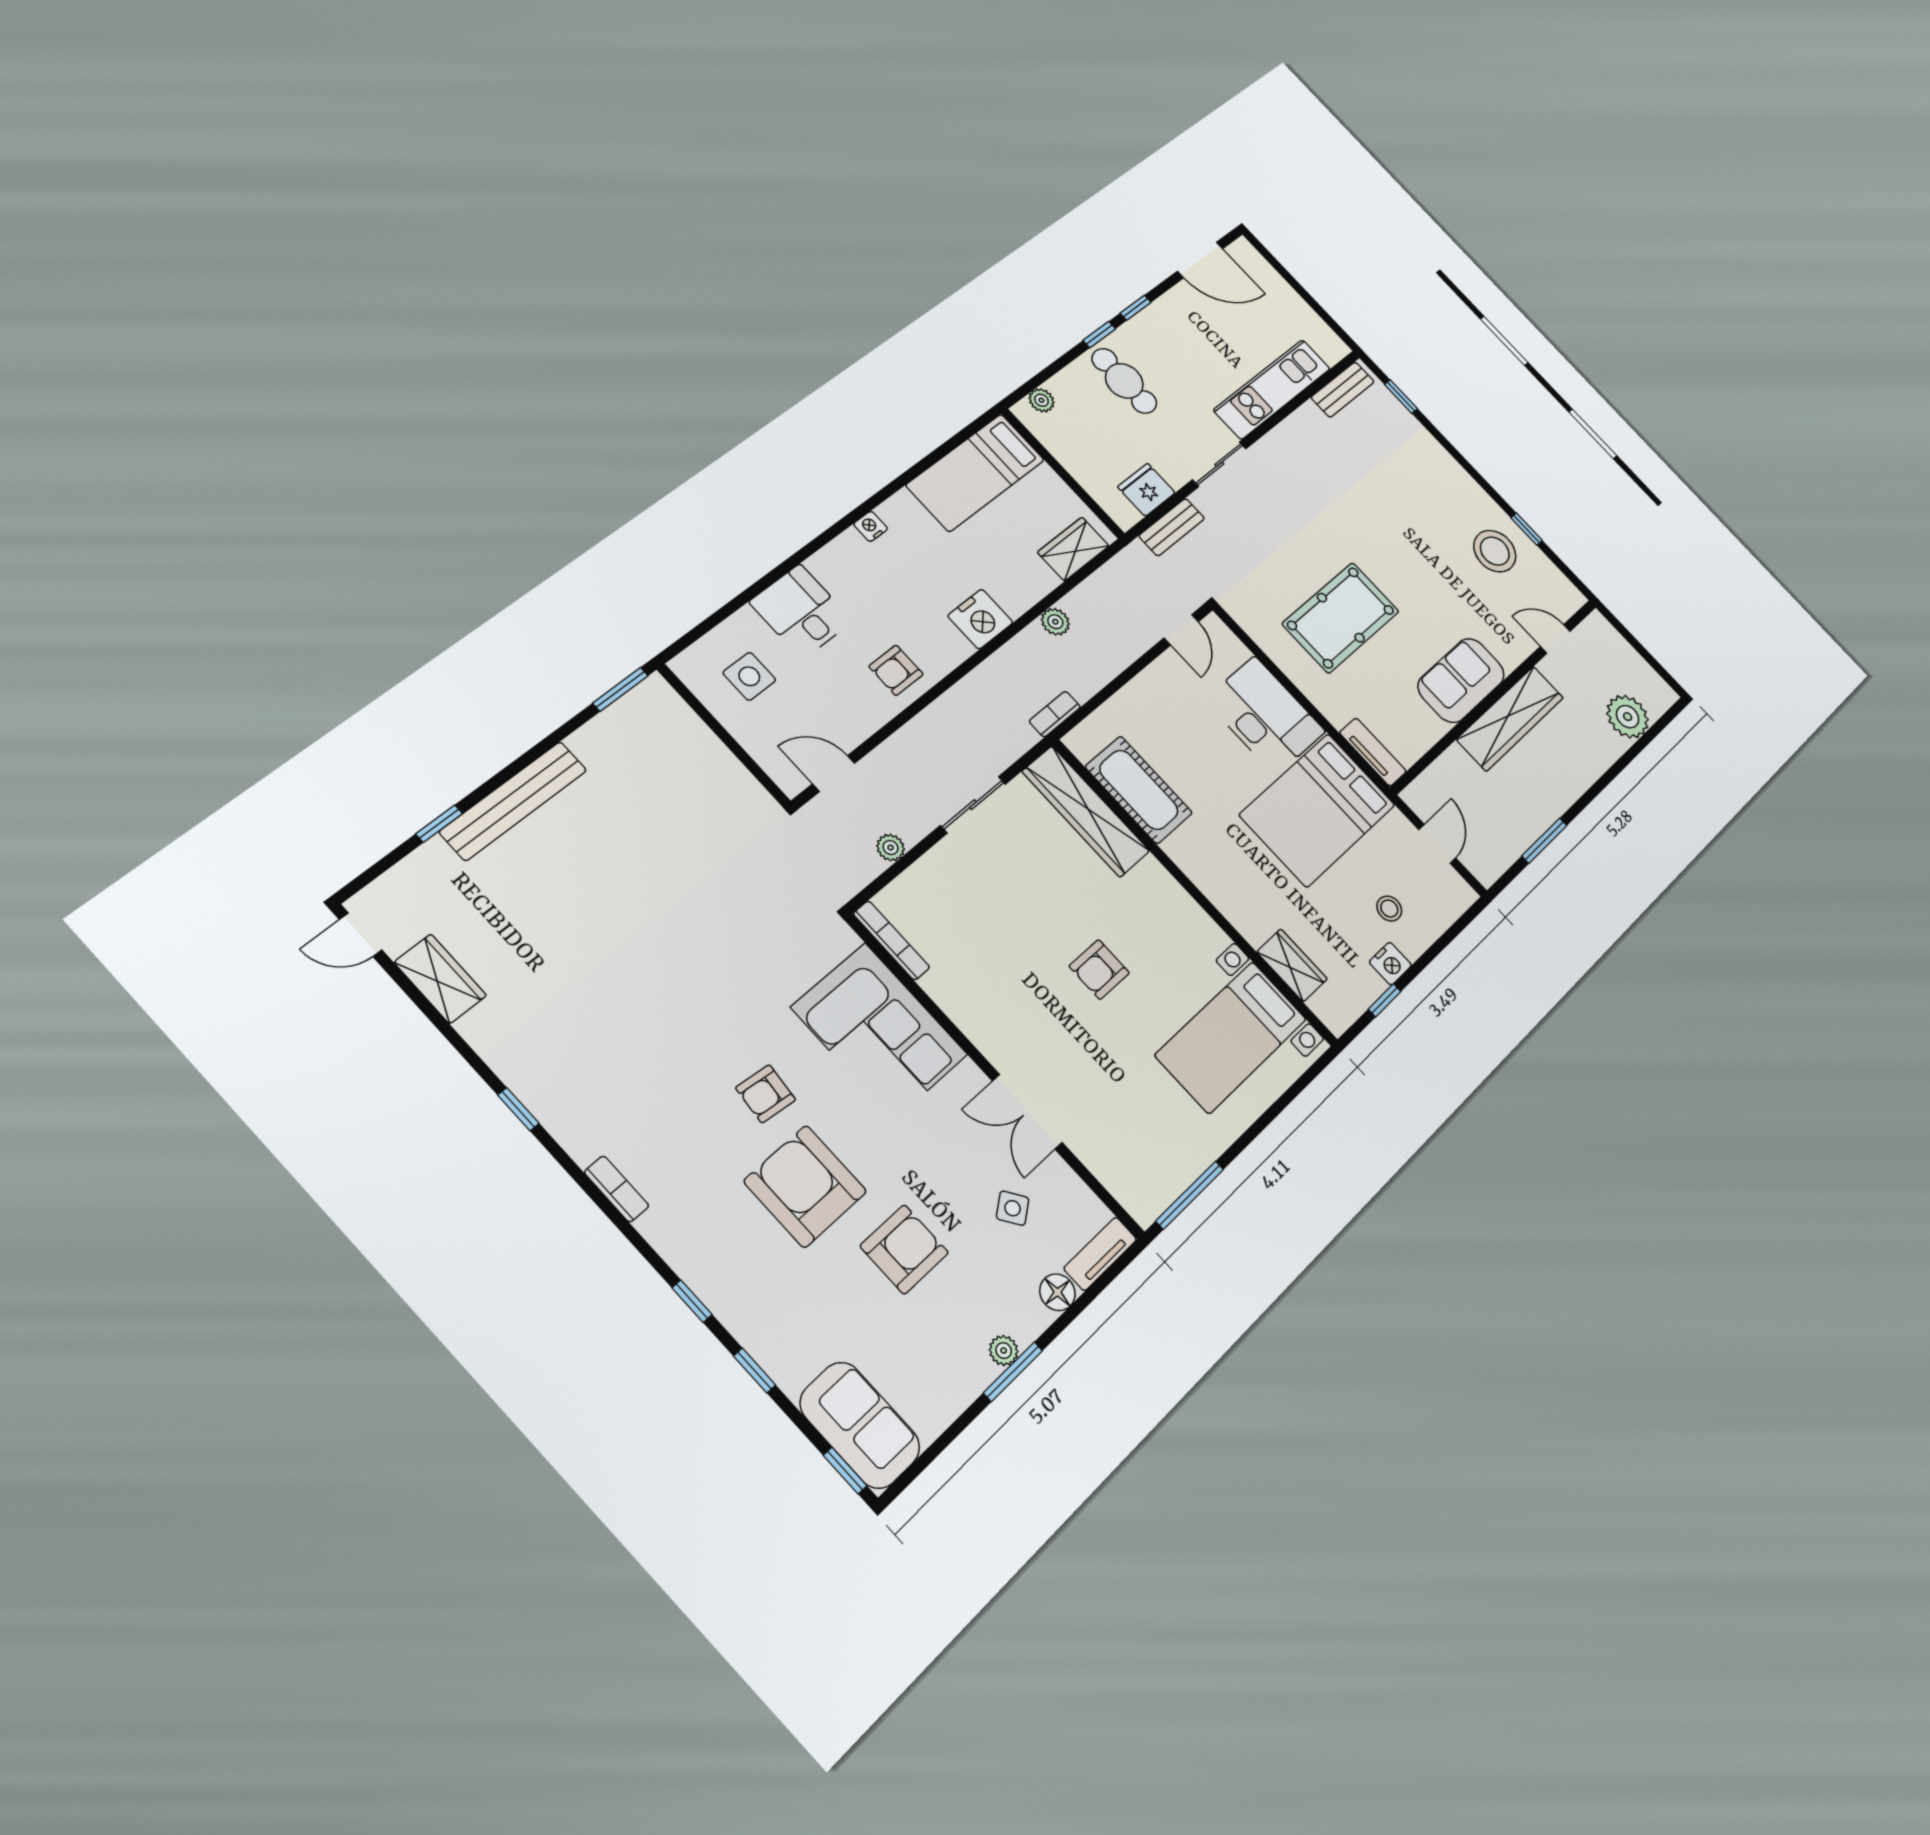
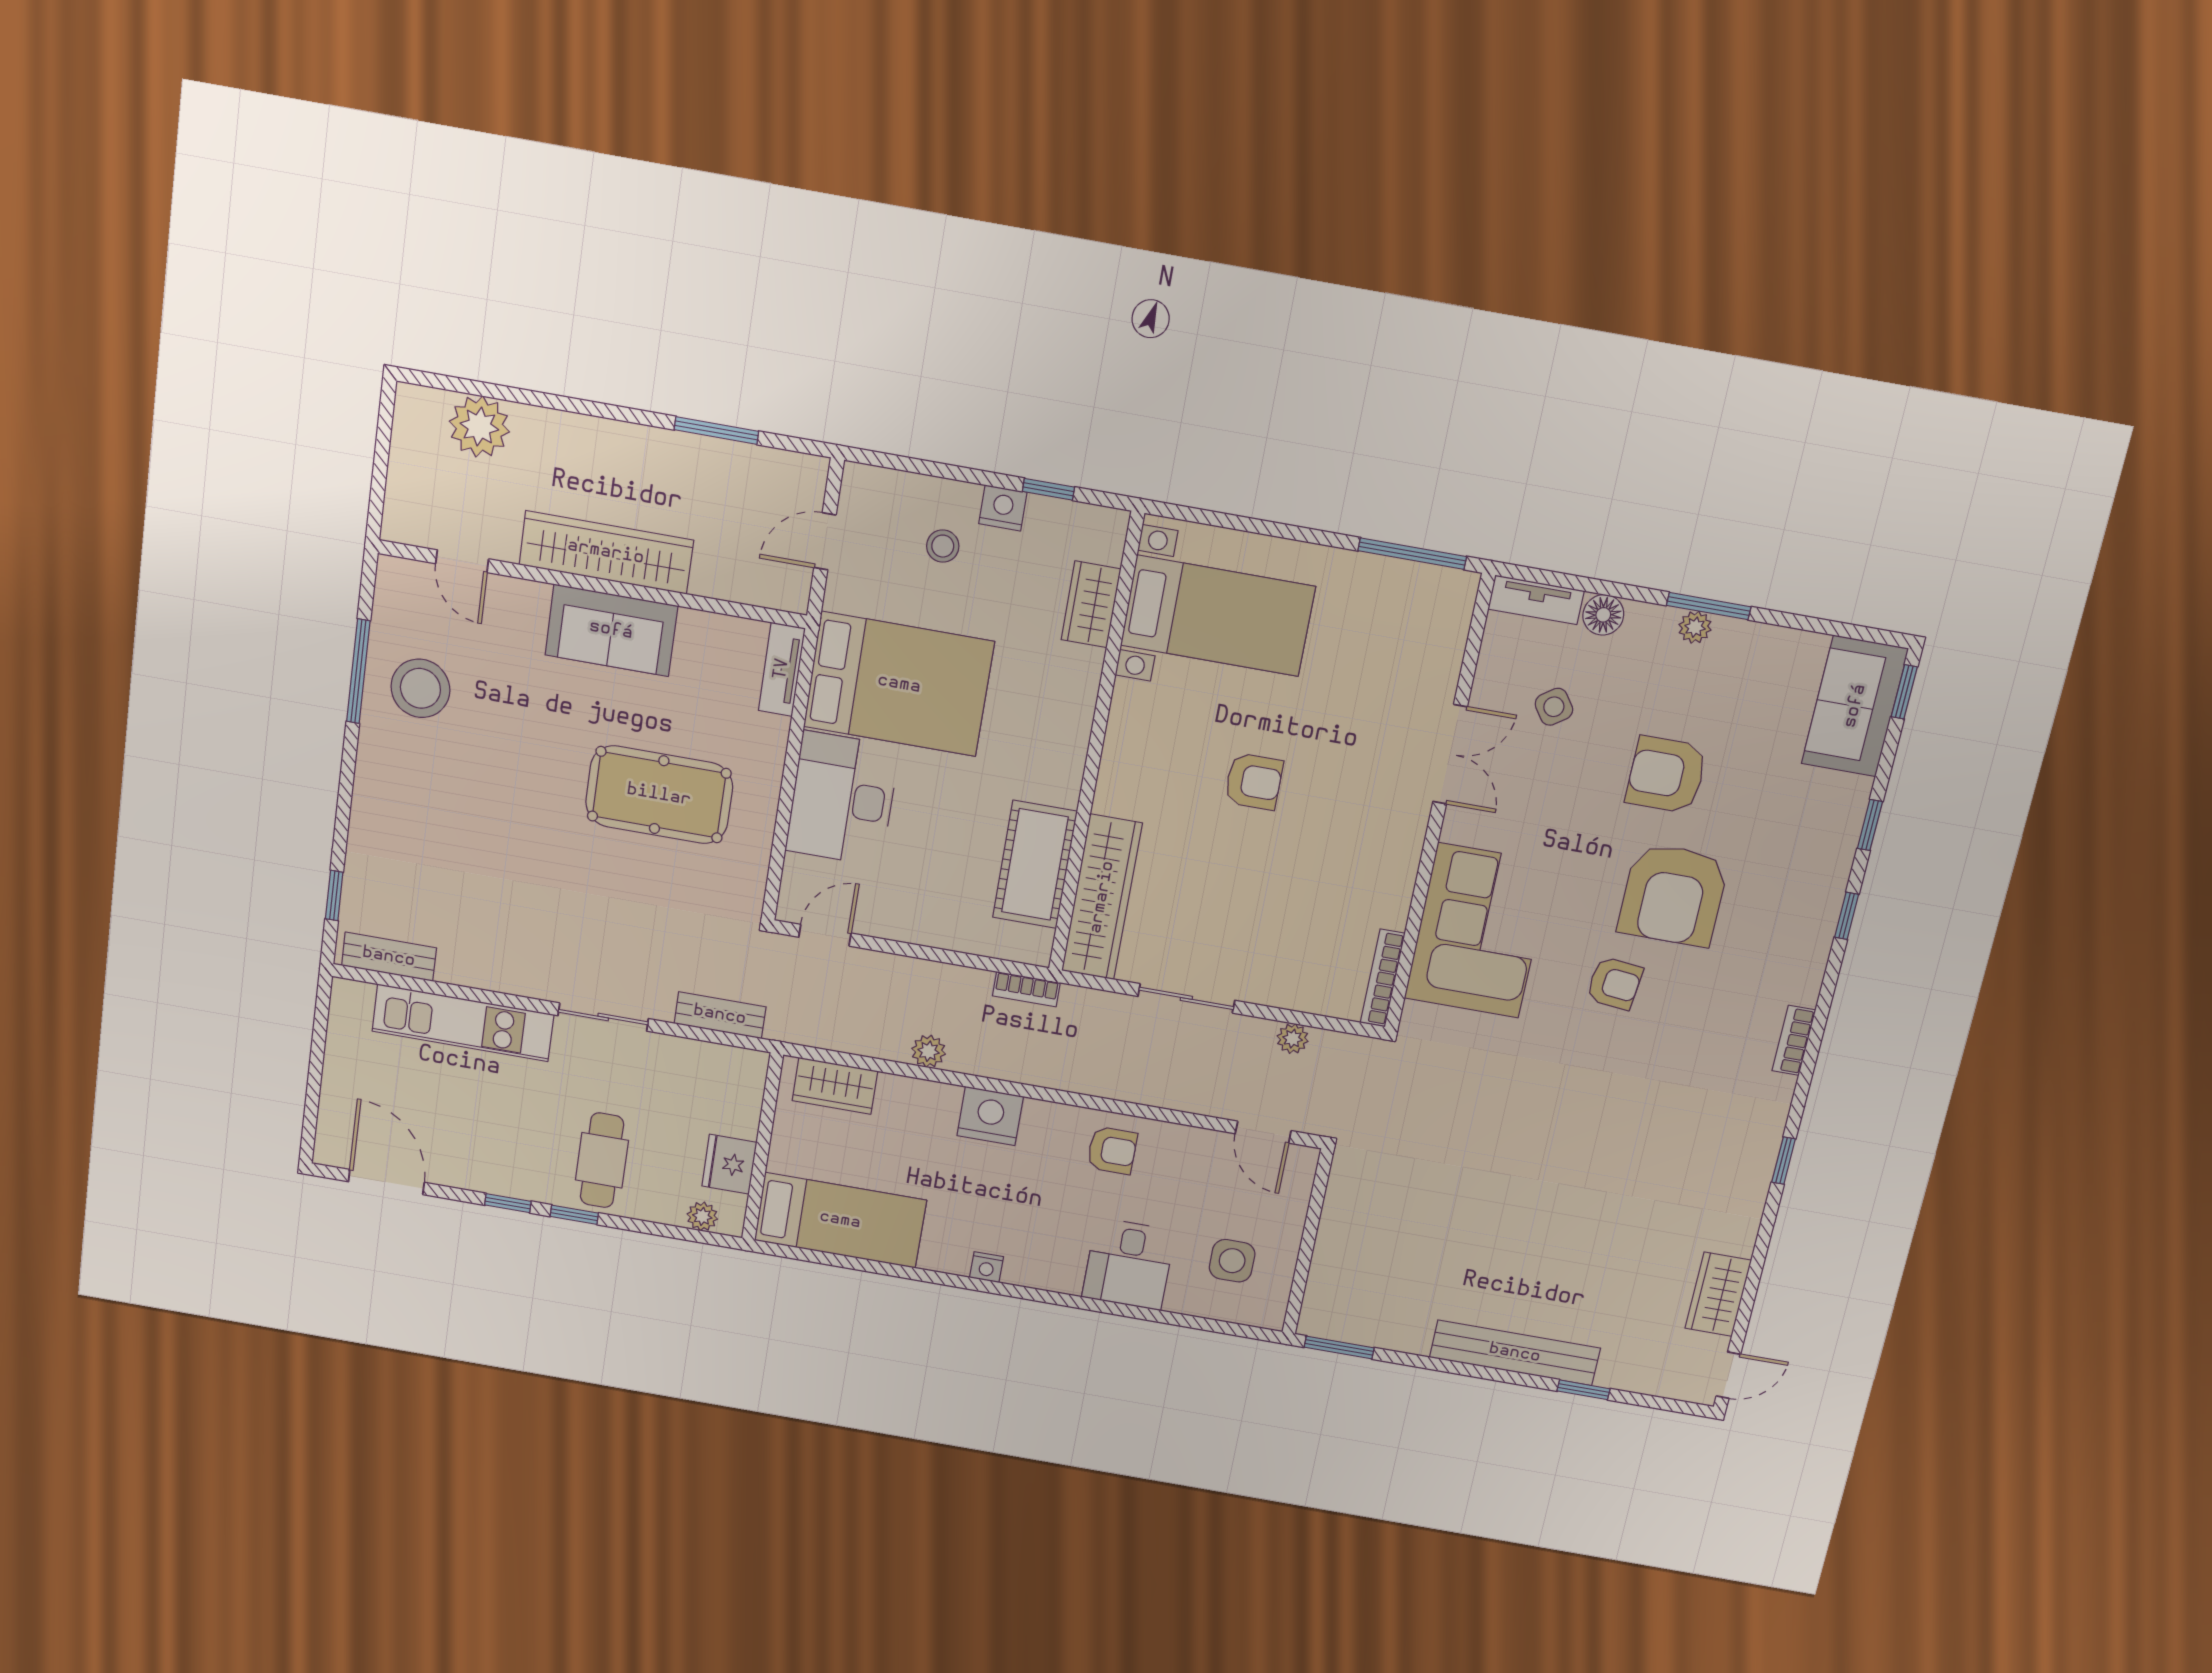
fridge: (1146, 490) -> (729, 1164), moved, turned 90
window: (1527, 529) -> (358, 671), width x2.17
door: (361, 935) -> (1728, 1375), hinge flipped

